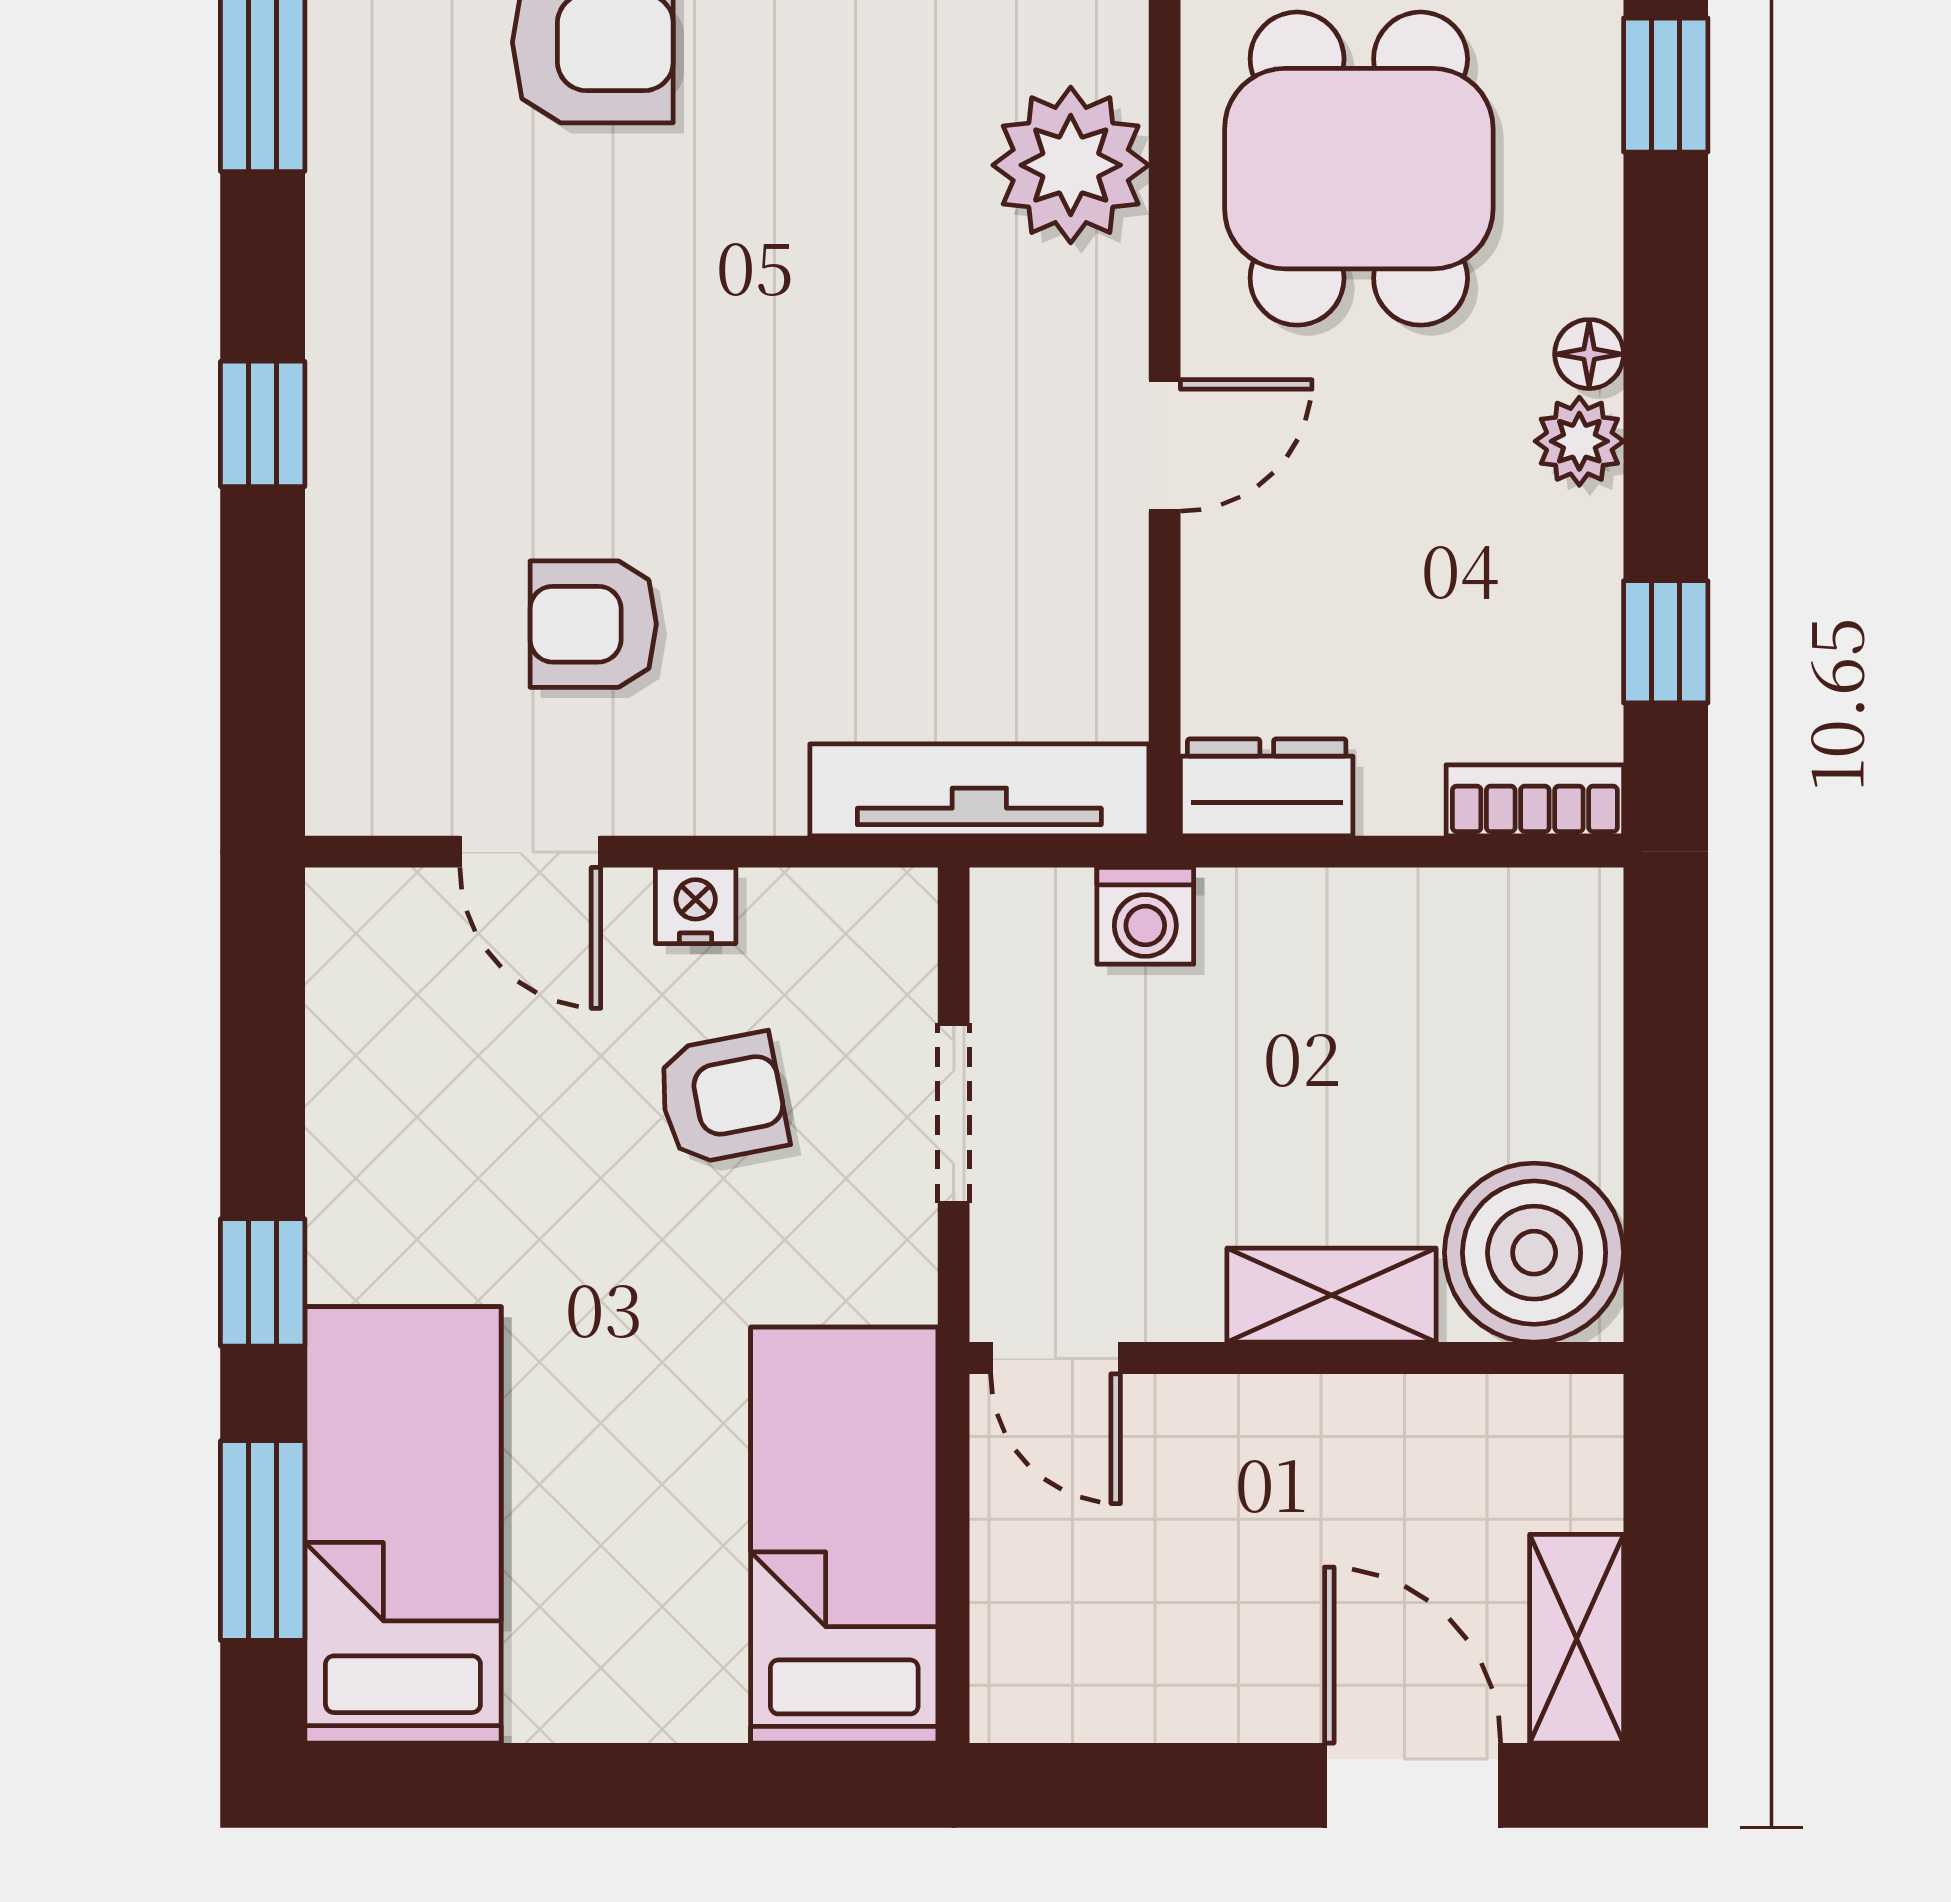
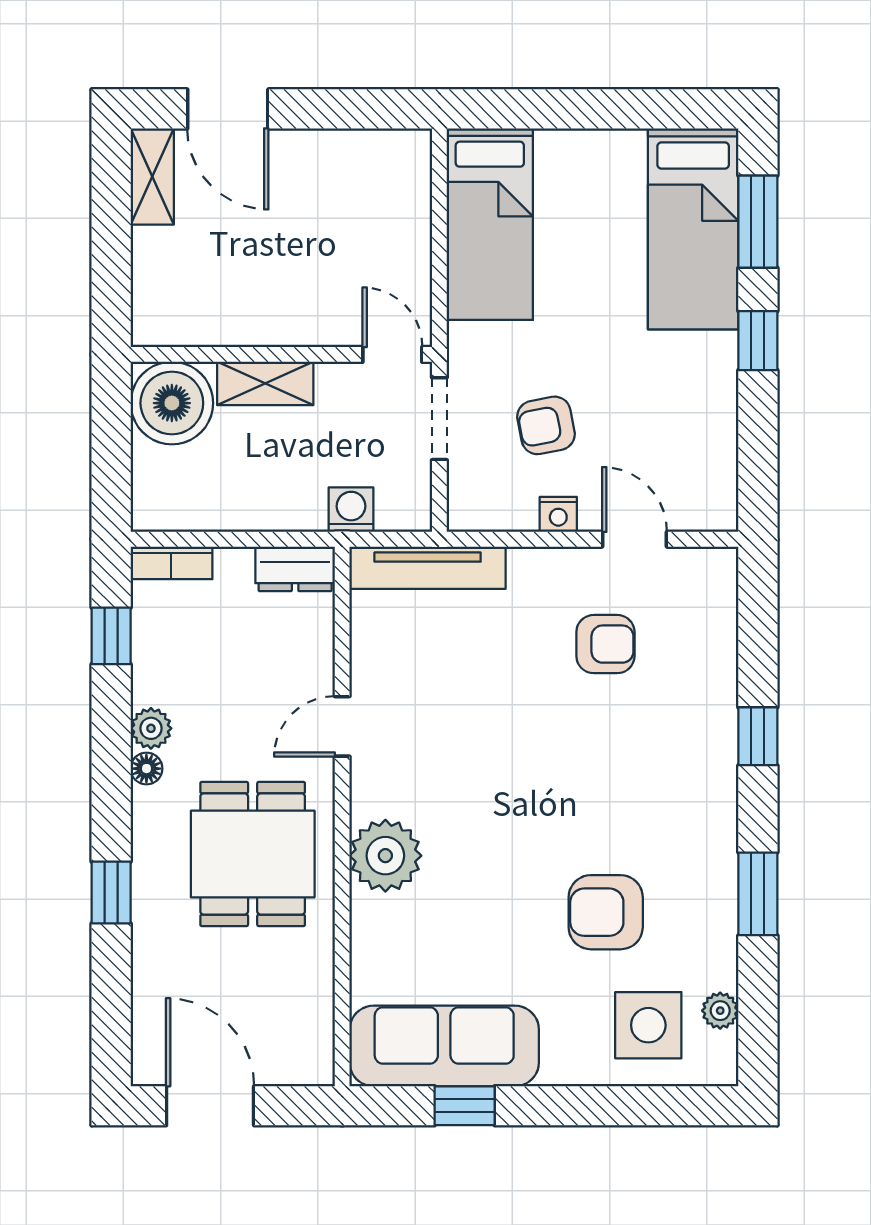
boiler: (1534, 1253) -> (172, 403), moved
shelving: (1331, 1295) -> (265, 383), moved
door: (1056, 1358) -> (392, 354), moved
wall: (1297, 1358) -> (281, 354), moved

